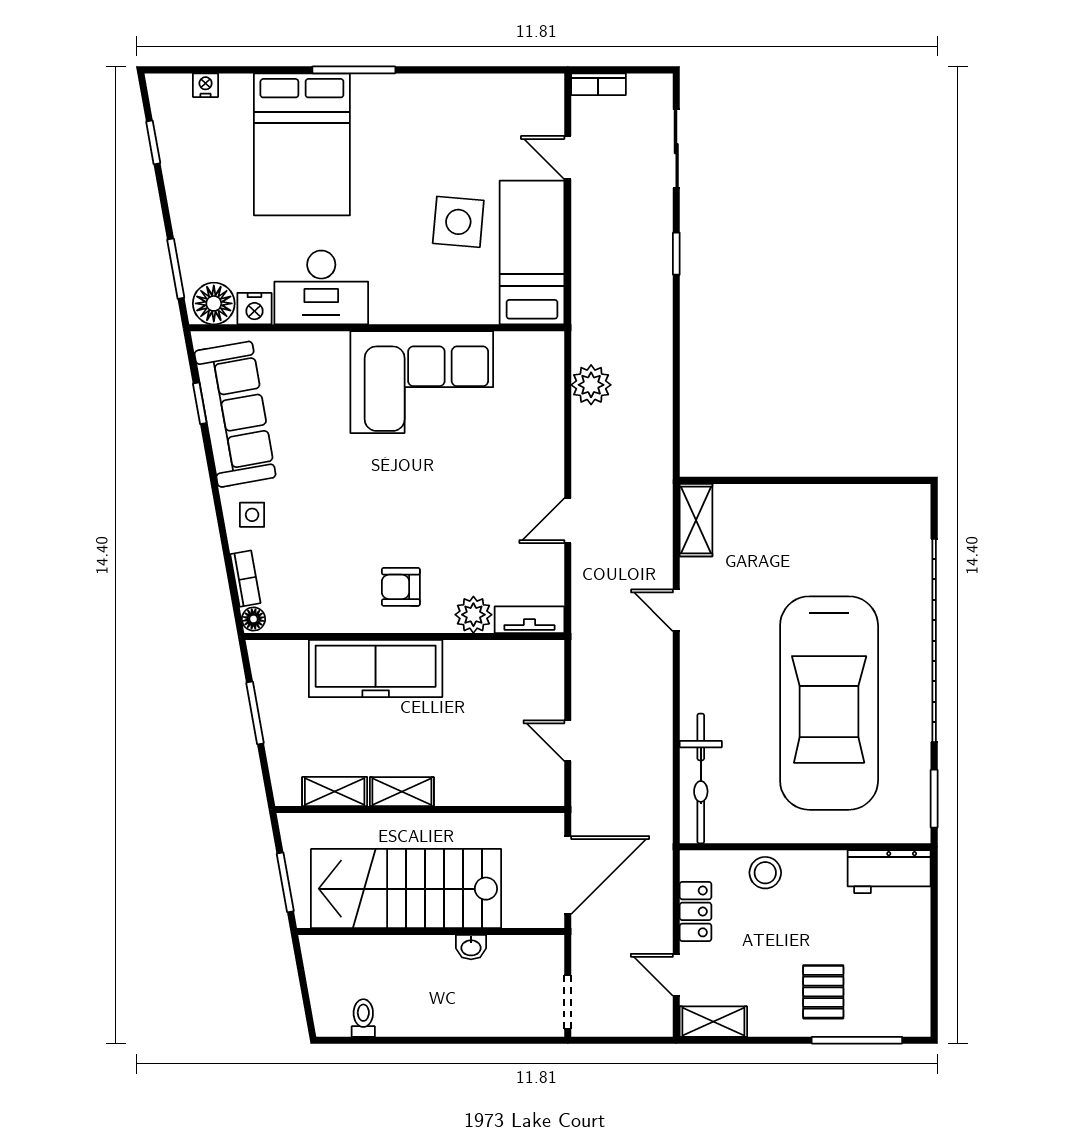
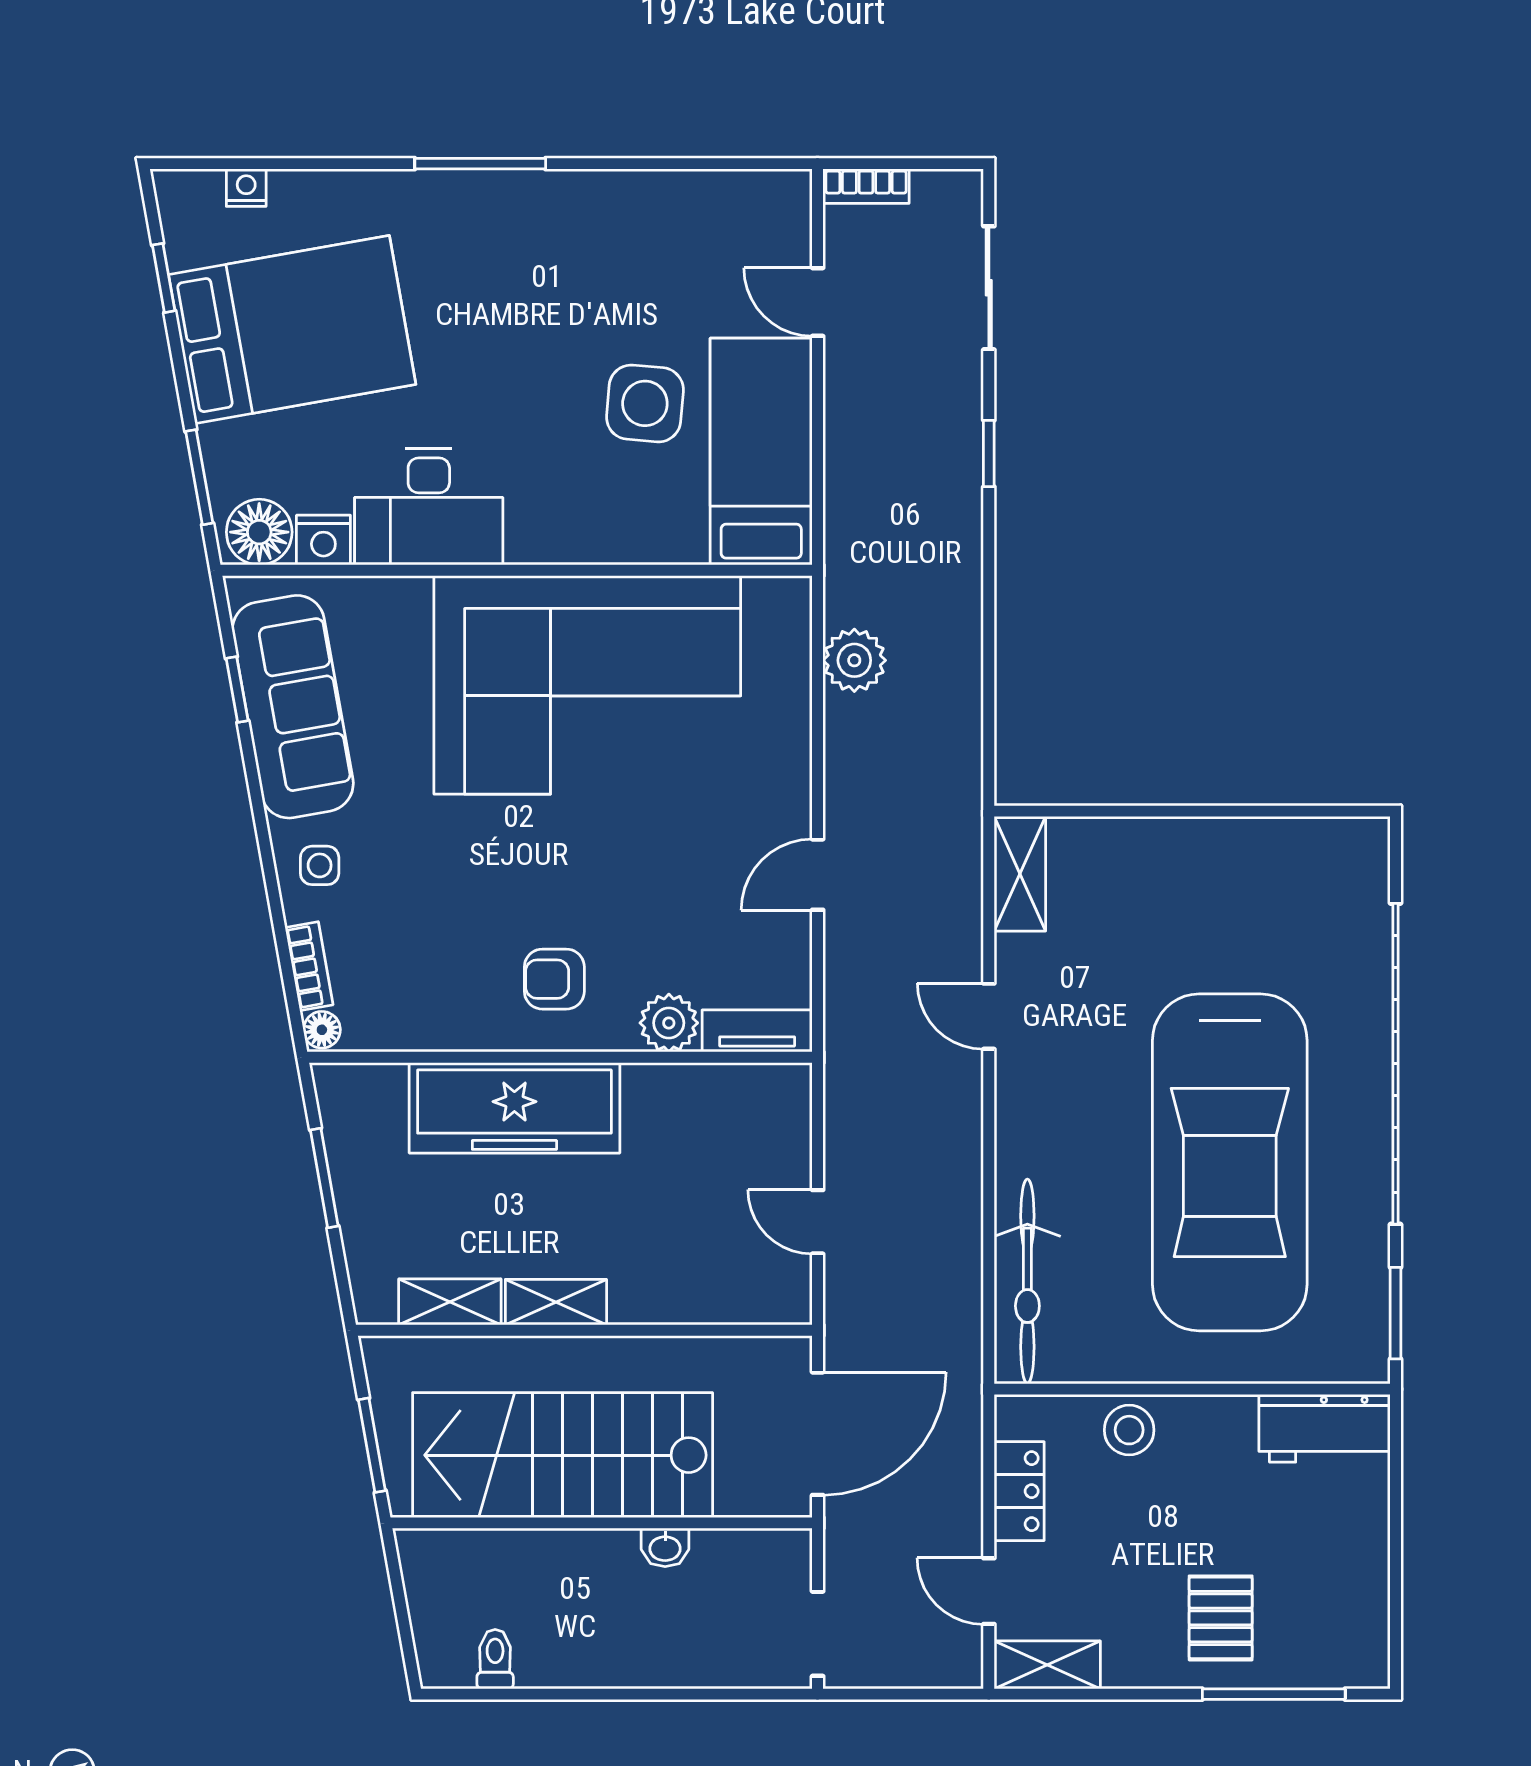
bed: (302, 144) -> (292, 330), moved, turned -100
corner sofa: (422, 382) -> (587, 685), width x1.36, depth x1.36

